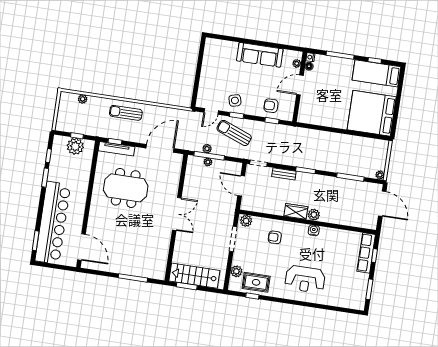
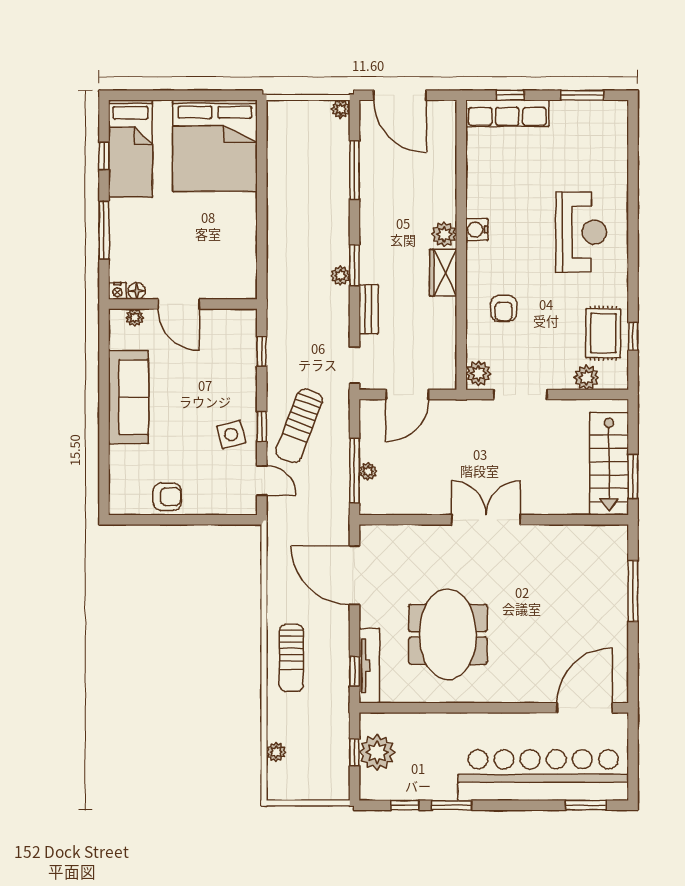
armchair: (271, 106) -> (167, 497), moved, turned -90
plant: (207, 149) -> (340, 276), moved
door: (382, 204) -> (400, 95), swing flipped

